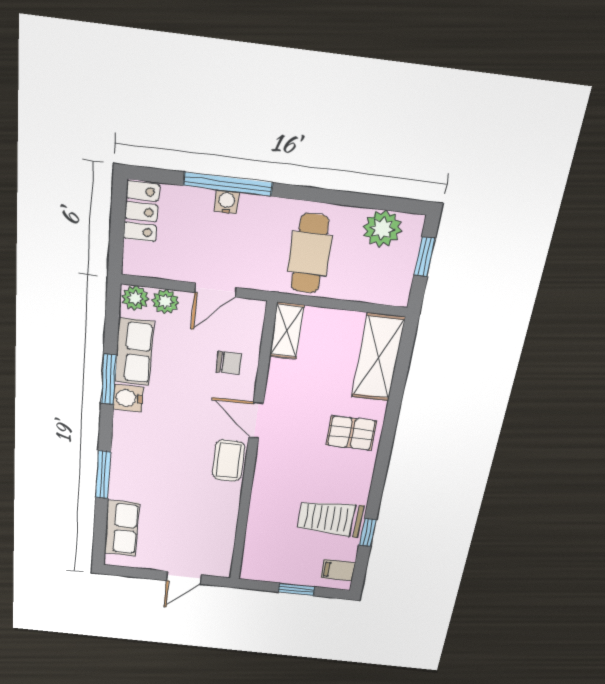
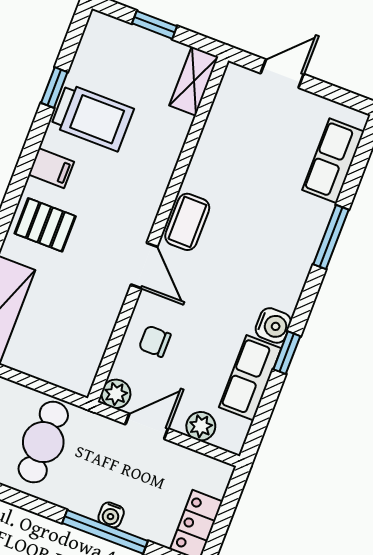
plant: (135, 298) -> (116, 394), moved
shelving: (287, 331) -> (194, 81), moved
window: (109, 379) -> (287, 353), width x0.67
filing cabinet: (338, 570) -> (51, 168), moved

